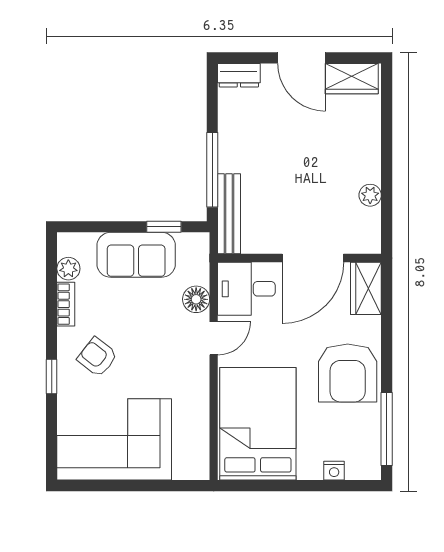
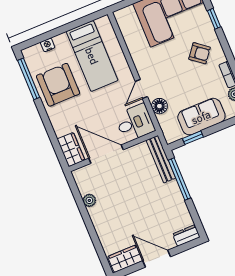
door: (313, 258) -> (106, 154), hinge flipped
armchair: (348, 373) -> (58, 85), moved
window: (52, 377) -> (214, 19), moved
bed: (258, 424) -> (92, 56), width x0.67

